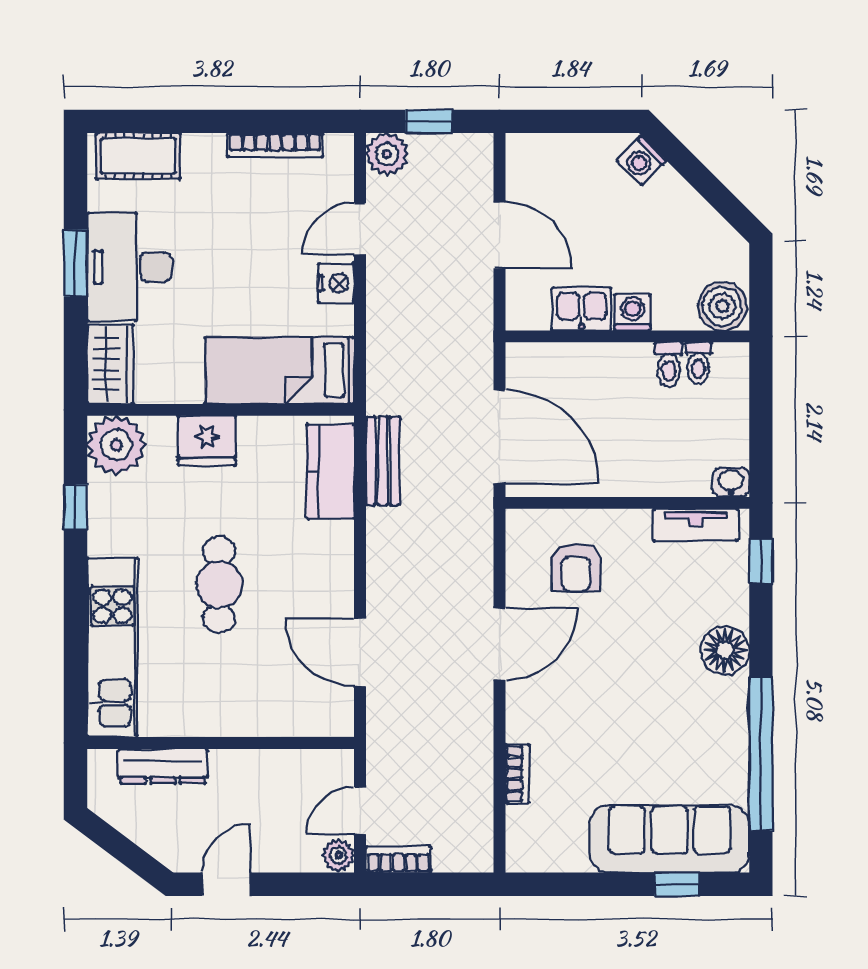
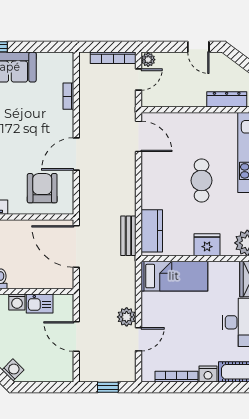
plant: (387, 154) -> (127, 317), moved
nightstand: (336, 283) -> (208, 374), moved, turned -90
armchair: (576, 567) -> (42, 188), width x1.38, depth x1.38
door: (360, 652) -> (139, 136), moved
bookcase: (399, 860) -> (113, 58), width x1.56
door: (226, 884) -> (198, 47), hinge flipped

